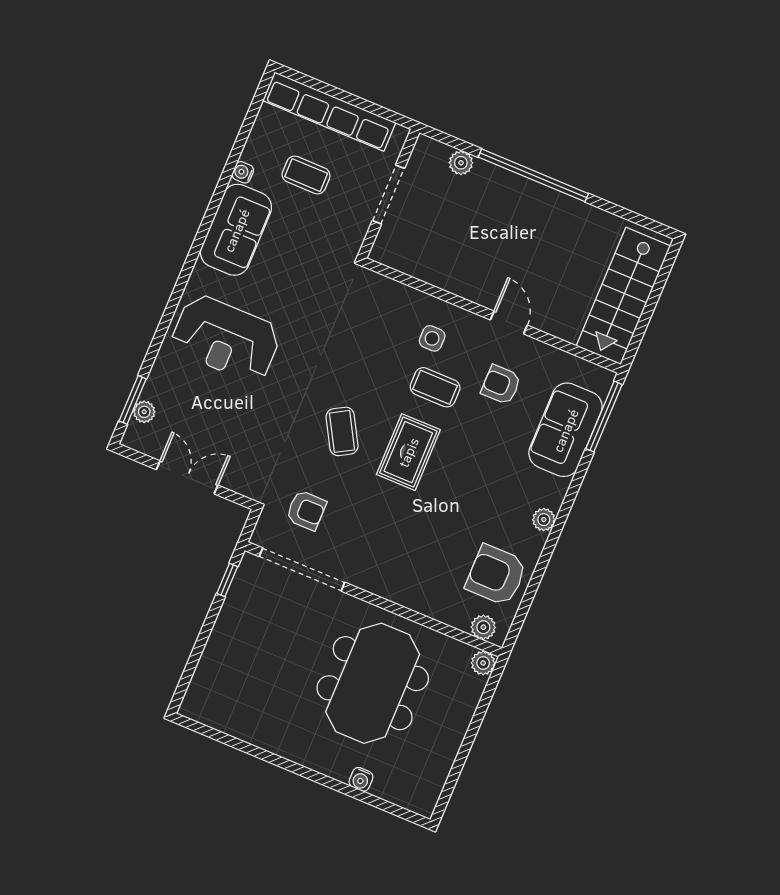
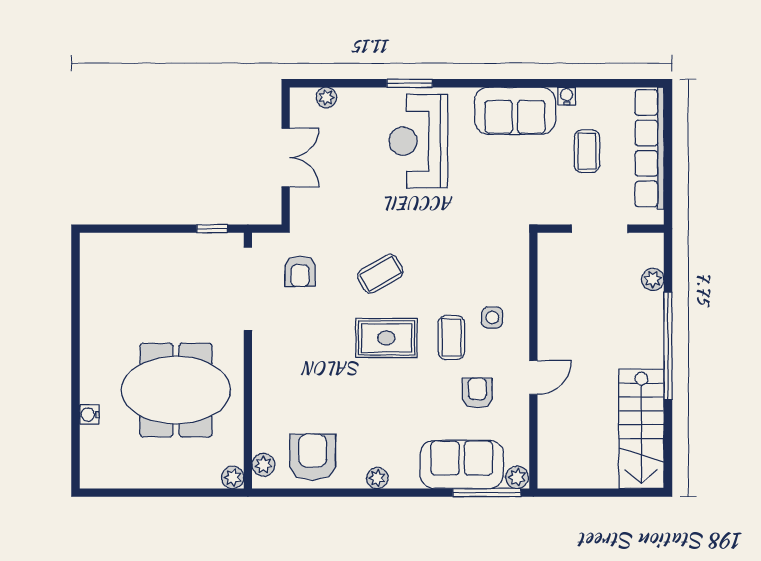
stairs: (623, 296) -> (641, 429), moved, turned -90
plant: (601, 380) -> (517, 477), added
window: (133, 400) -> (410, 83), moved

